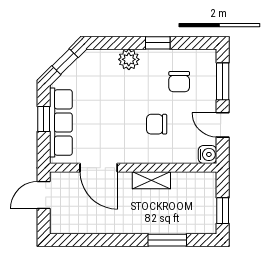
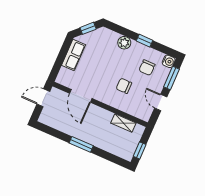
window: (44, 119) -> (62, 55), removed
row of seats: (61, 123) -> (74, 55), width x0.68
water cooler: (207, 154) -> (169, 61), moved
shelving: (151, 180) -> (123, 123), moved
window: (167, 240) -> (81, 144), moved

